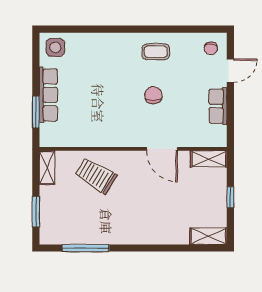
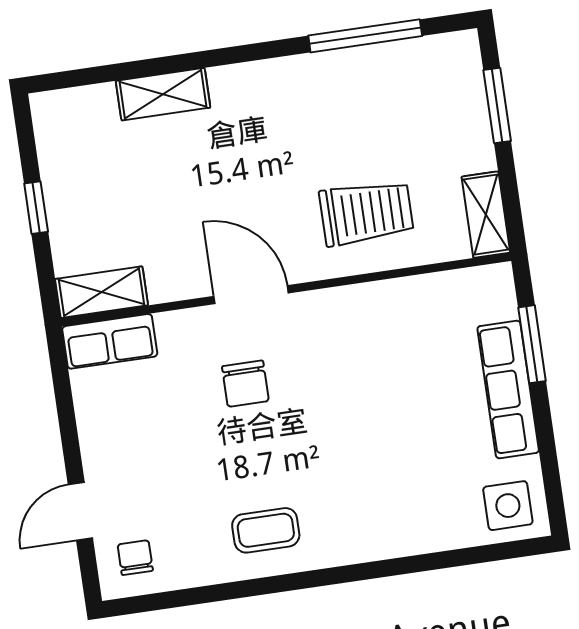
chair: (153, 95) -> (245, 384), moved
row of seats: (218, 106) -> (110, 341), moved, turned 90
door: (162, 149) -> (251, 295), moved
trolley: (96, 176) -> (366, 213), turned -31
shelving: (208, 236) -> (163, 94), moved

